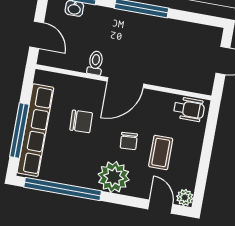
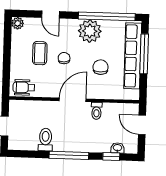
toilet: (170, 34) -> (45, 140), added
chair: (81, 121) -> (101, 67), turned 92
plant: (114, 177) -> (90, 31), moved
door: (160, 207) -> (50, 15), moved

